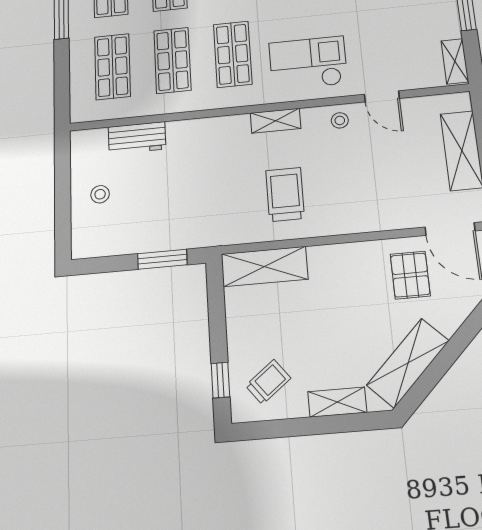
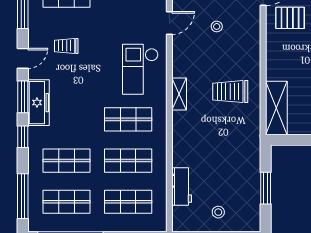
stool: (340, 120) -> (217, 26), moved
window: (162, 259) -> (266, 188), moved

